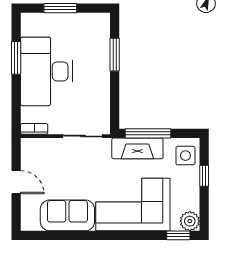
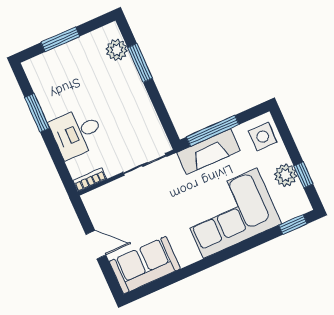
plant: (101, 36) -> (117, 50), added
desk: (46, 71) -> (77, 133), width x0.53, depth x0.77
window: (204, 176) -> (304, 175), moved
sofa: (67, 215) -> (145, 265), moved
plant: (190, 221) -> (285, 175), moved

